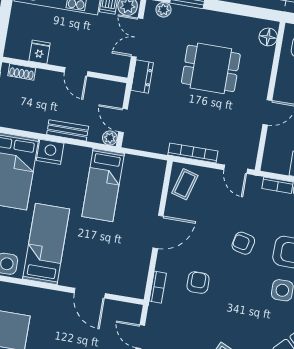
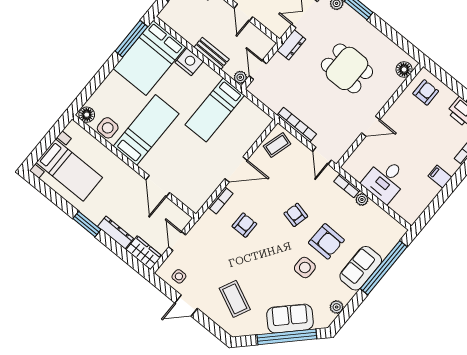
bookcase: (158, 287) -> (221, 200), moved

